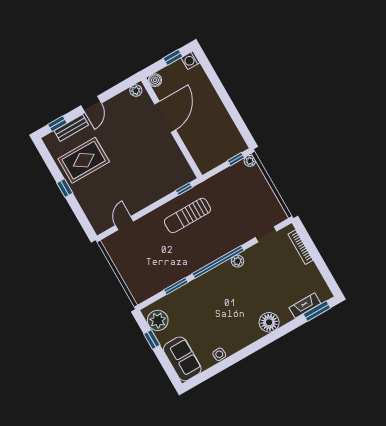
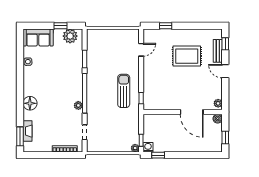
washing machine: (190, 60) -> (148, 147), moved
window: (242, 128) -> (158, 155), added
rug: (84, 160) -> (187, 56), moved, turned 90
window: (65, 188) -> (166, 26), moved
door: (124, 223) -> (141, 50), hinge flipped

